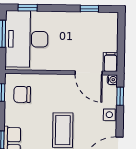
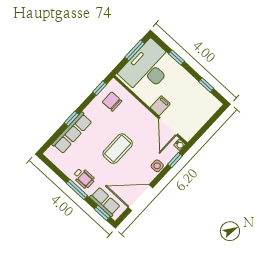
window: (28, 8) -> (176, 58), moved
filing cabinet: (110, 62) -> (160, 106), moved

